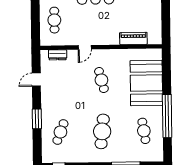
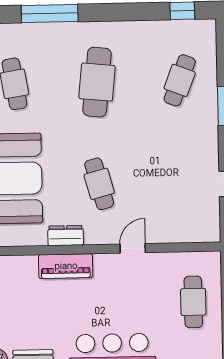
piano: (133, 38) -> (66, 266), moved
dresser: (58, 55) -> (66, 236), moved

